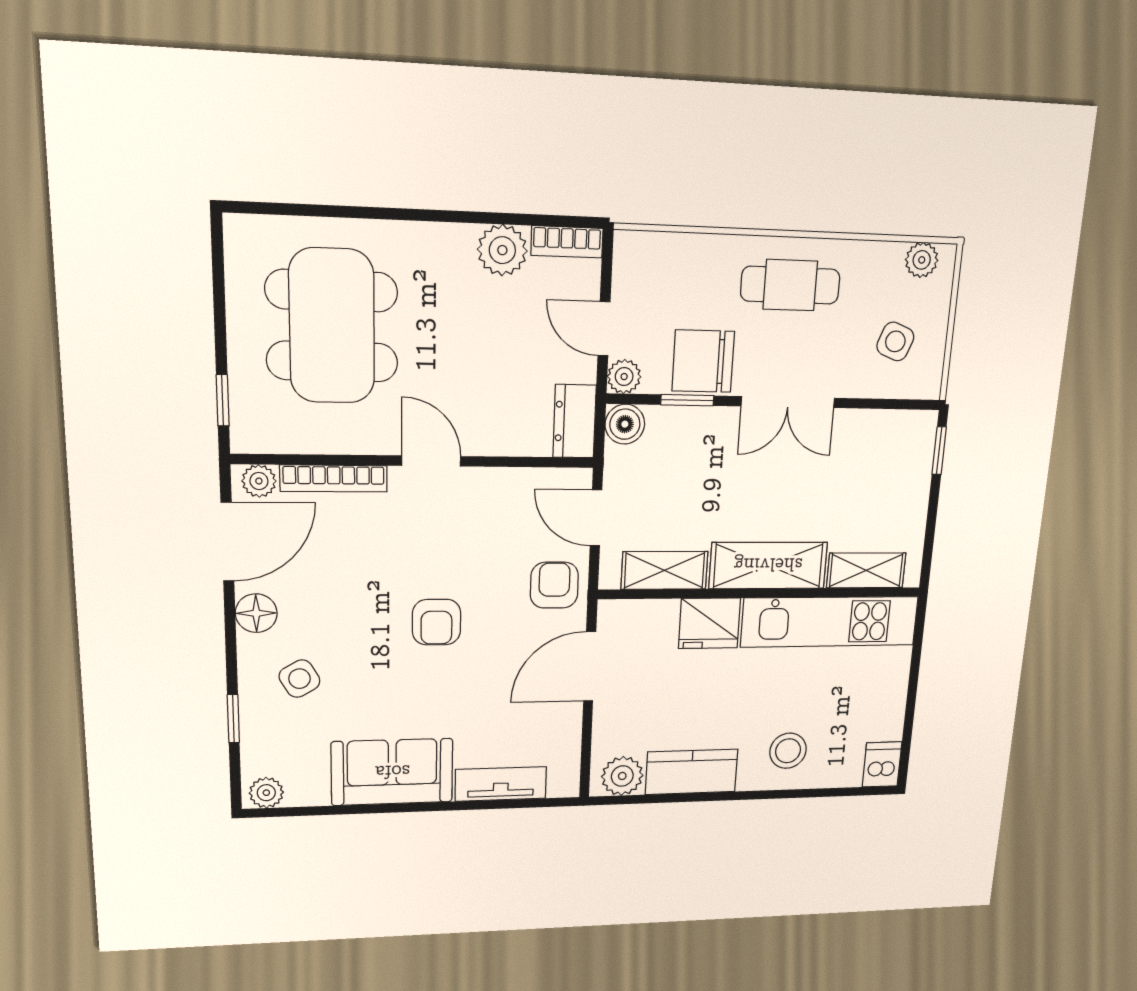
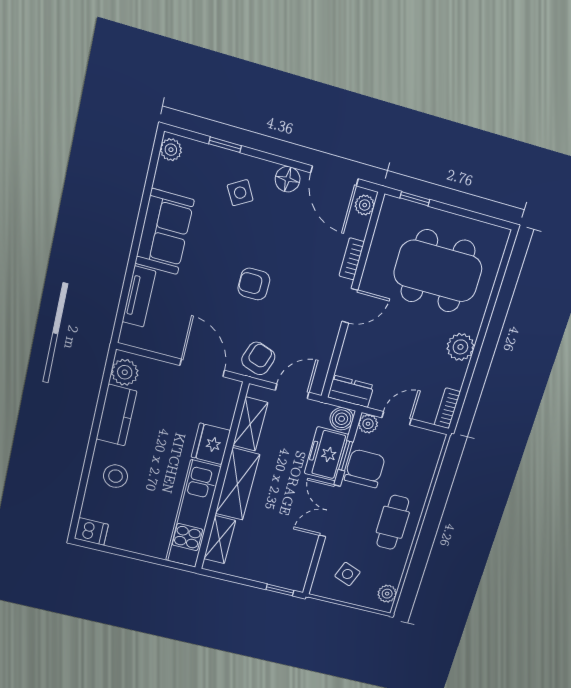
plant: (502, 250) -> (460, 347), moved
freezer: (690, 434) -> (326, 454), added
bookcase: (334, 478) -> (352, 259), width x0.64
armchair: (554, 585) -> (258, 358), turned -71

